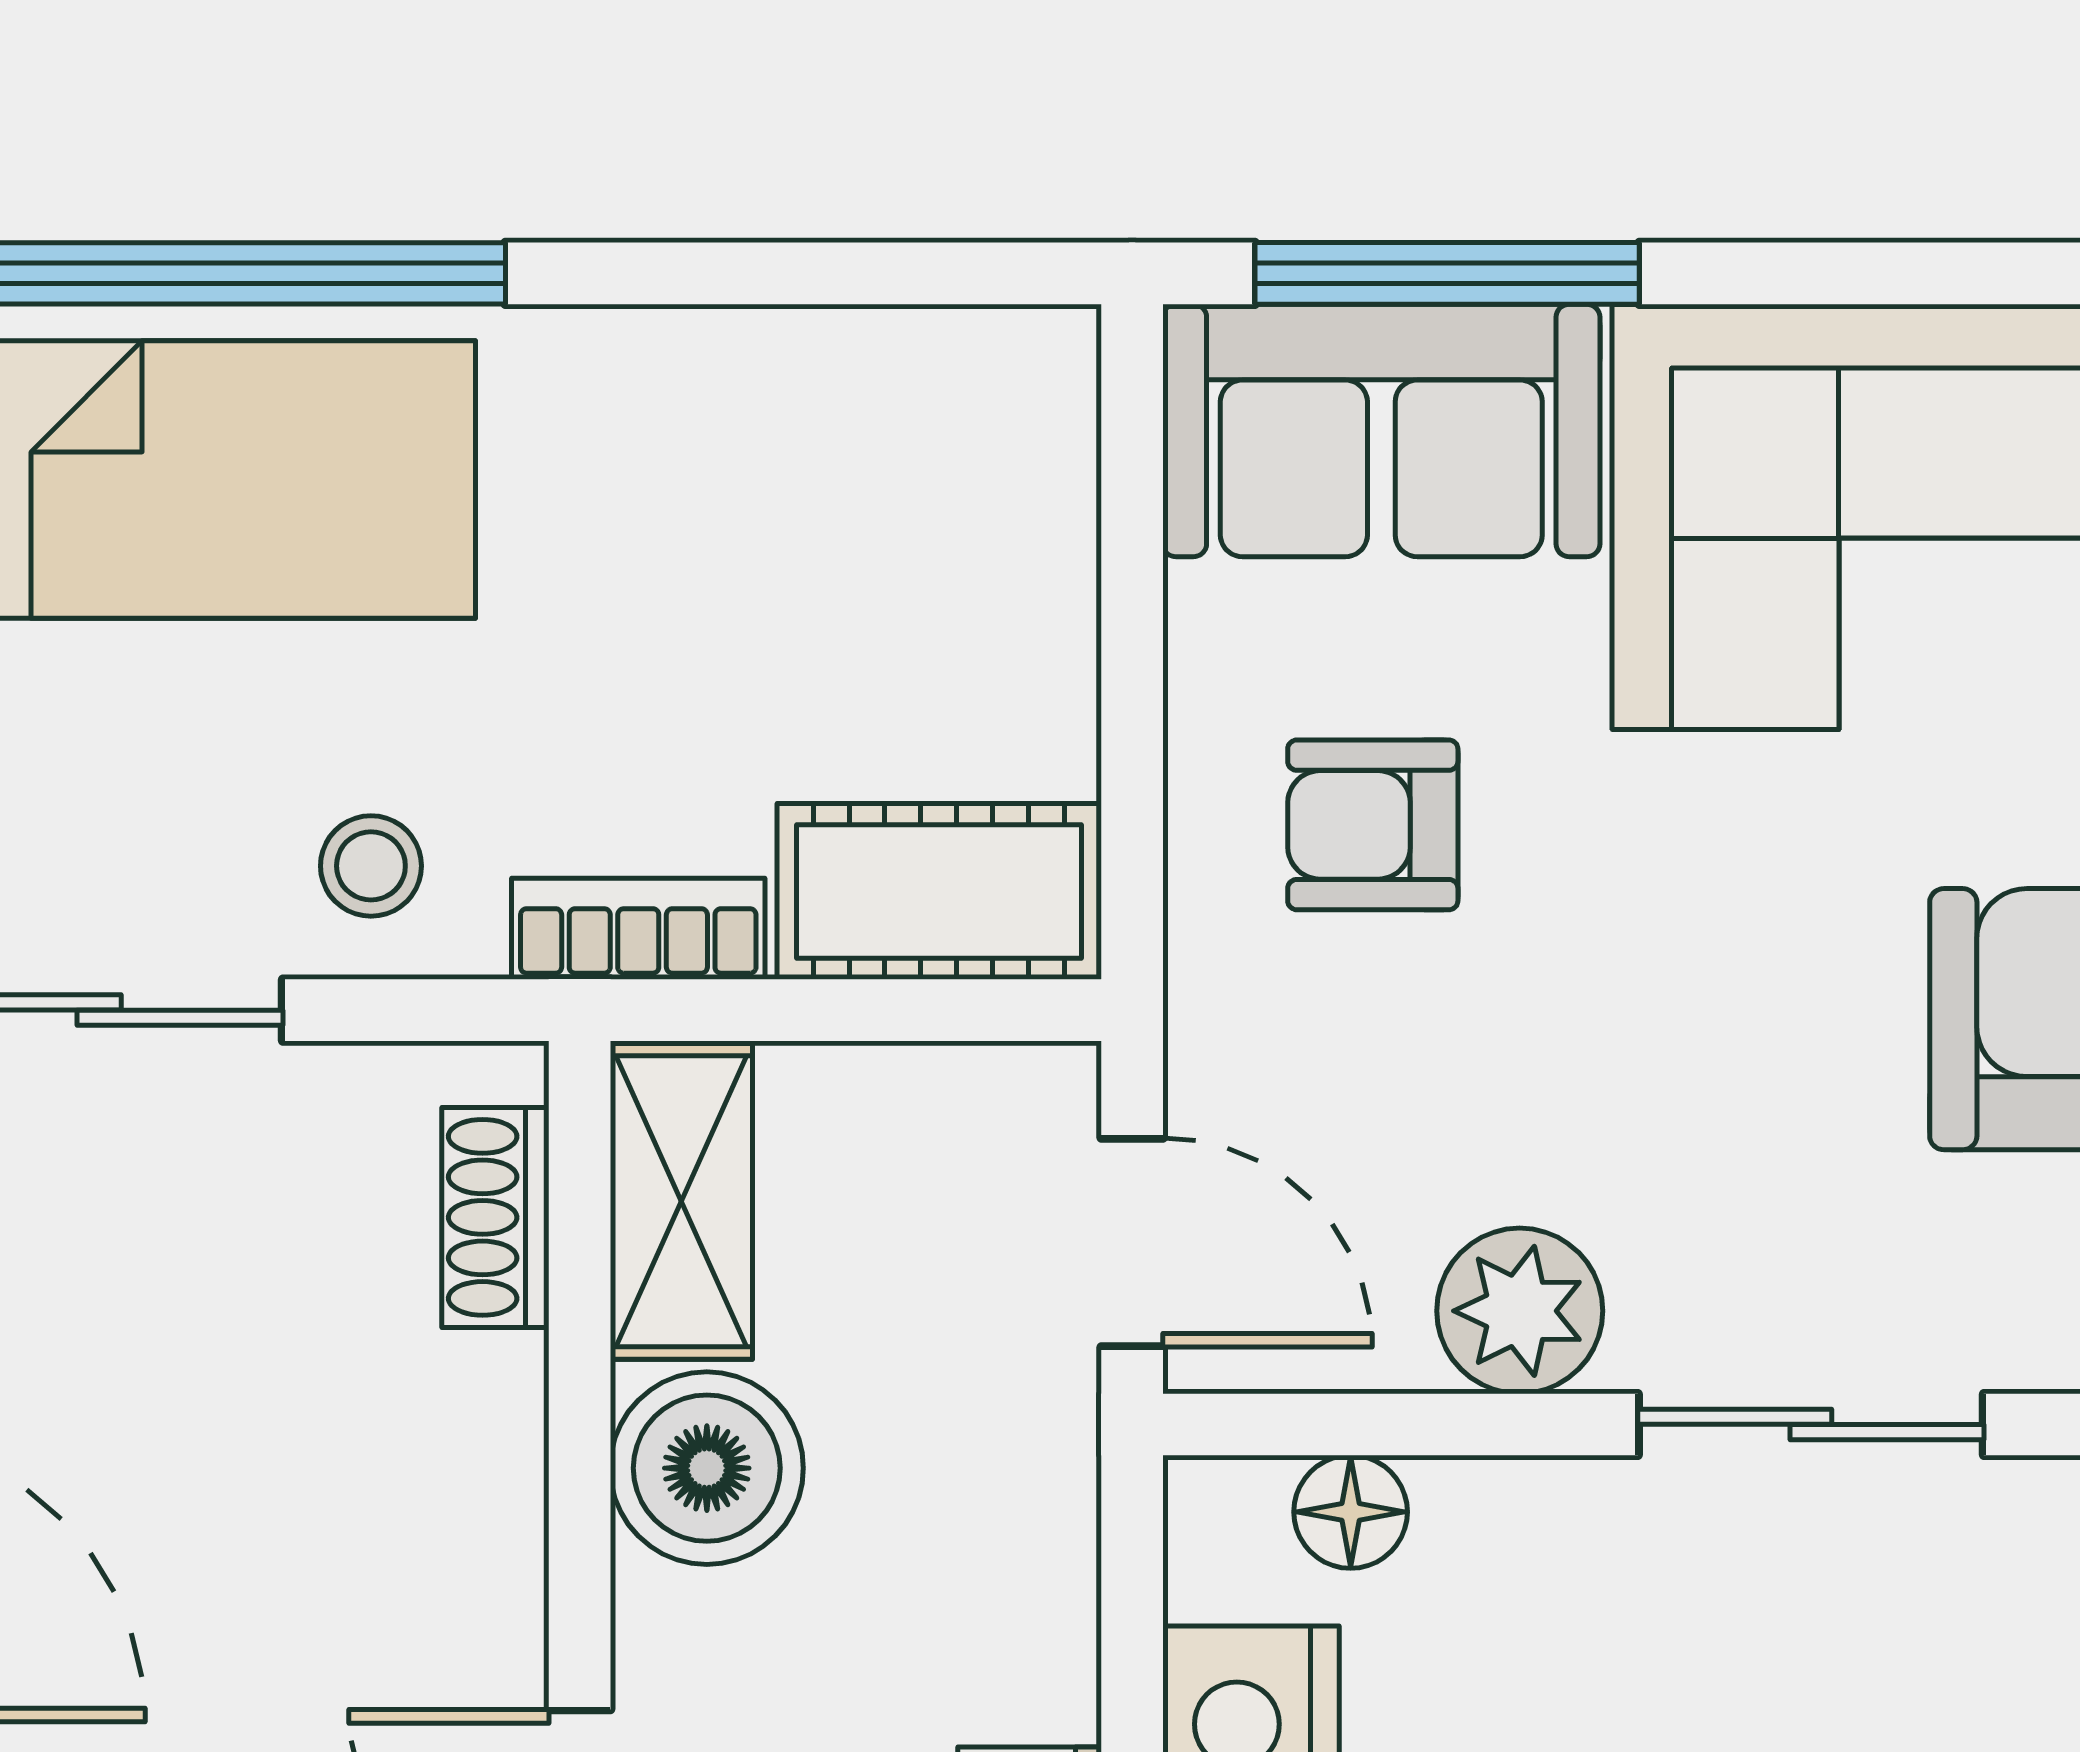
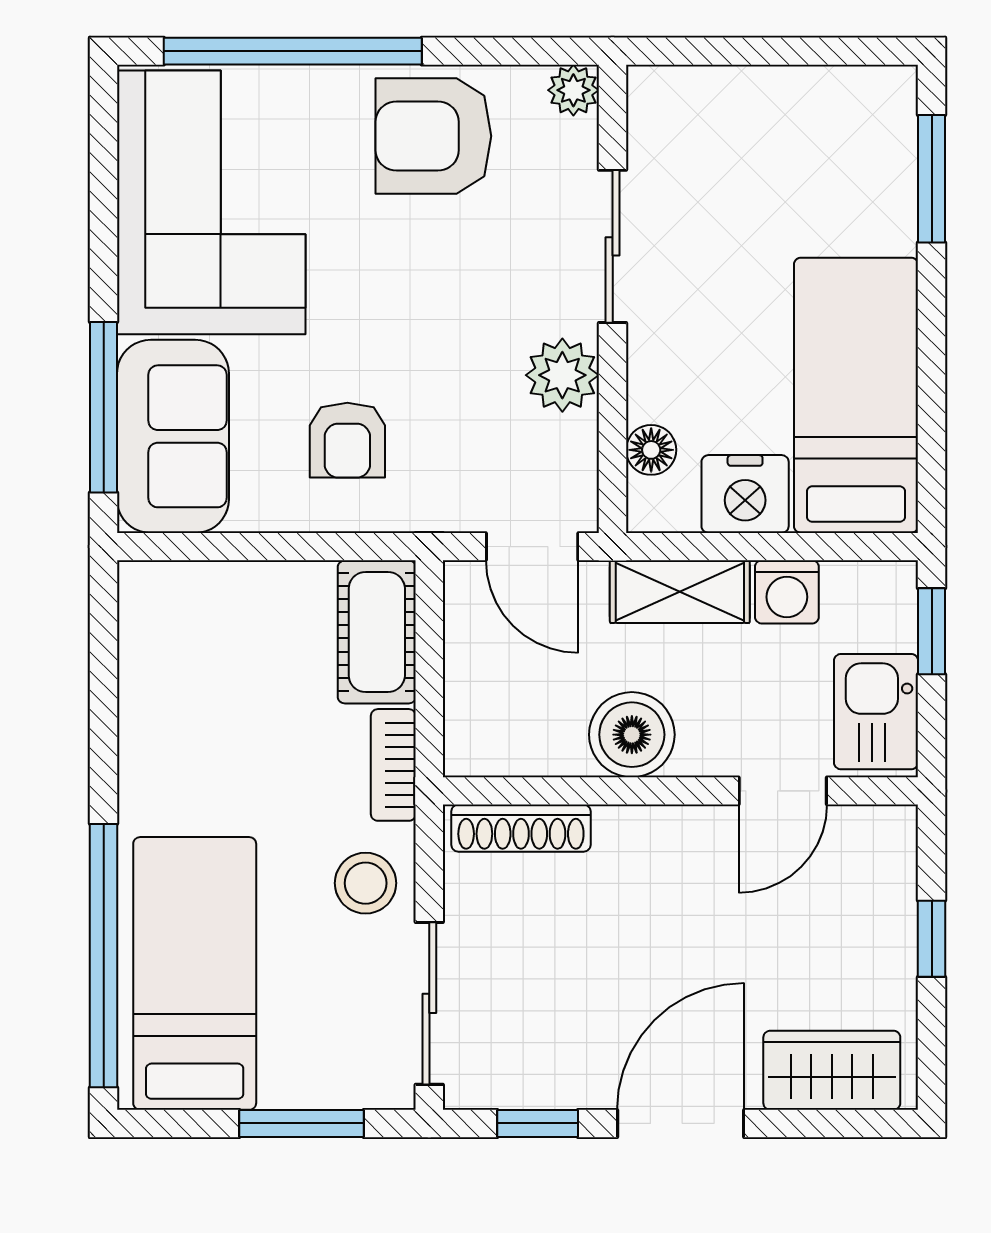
stool: (371, 866) -> (366, 883), width x1.37, depth x1.37
shelving: (681, 1201) -> (680, 592), moved
shoe rack: (495, 1217) -> (521, 828), width x1.43
door: (1132, 1243) -> (532, 547), swing flipped

